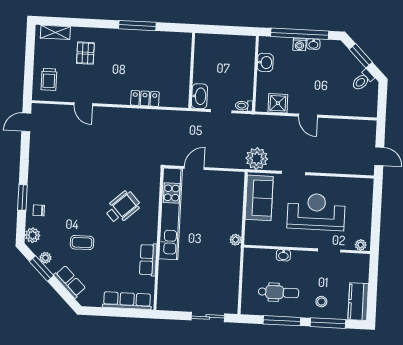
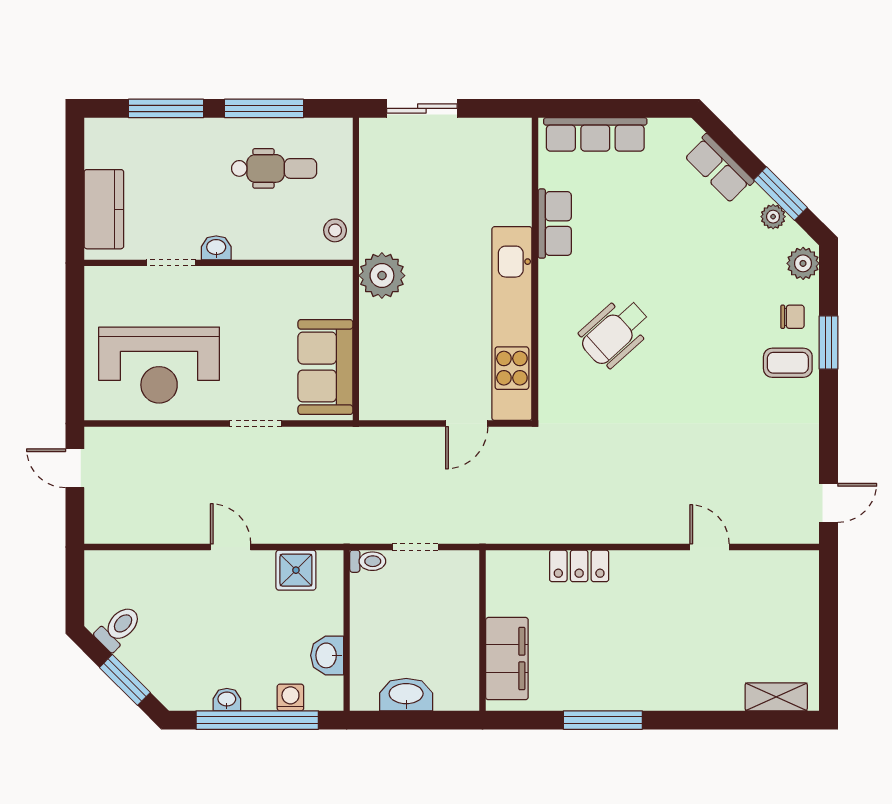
washing machine: (299, 44) -> (290, 697), moved
pallet: (85, 53) -> (710, 656), removed
filing cabinet: (181, 57) -> (507, 659), added
trolley: (49, 79) -> (785, 596), removed
washbasin: (199, 96) -> (406, 695), moved, turned 90
plant: (257, 159) -> (335, 450), removed
reception desk: (316, 212) -> (159, 365), moved
plant: (236, 240) -> (382, 276), width x1.88, depth x1.88
coffee table: (82, 243) -> (788, 363), moved
plant: (361, 245) -> (105, 278), removed
washbasin: (283, 255) -> (216, 248), moved
dental chair: (279, 292) -> (274, 168), turned 180
stool: (321, 302) -> (335, 230), moved
kitchen counter: (358, 302) -> (104, 209), moved

